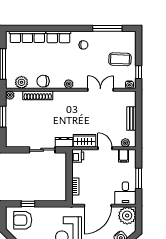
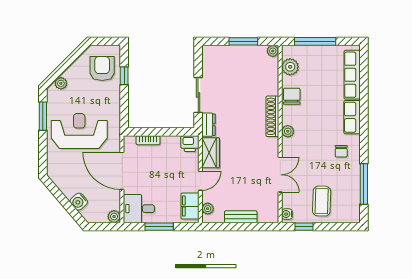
shoe rack: (38, 95) -> (272, 116), moved
filing cabinet: (124, 156) -> (190, 206), width x2.00
plant: (127, 216) -> (114, 217), width x0.53, depth x0.53

